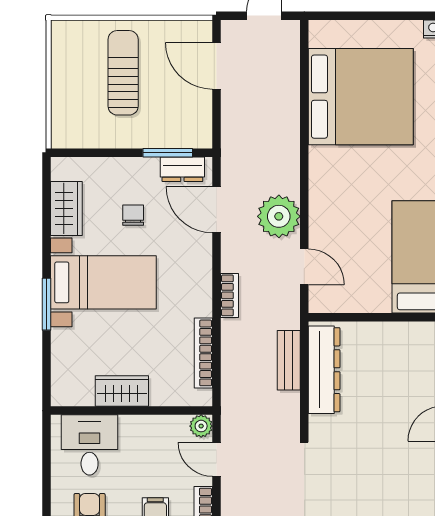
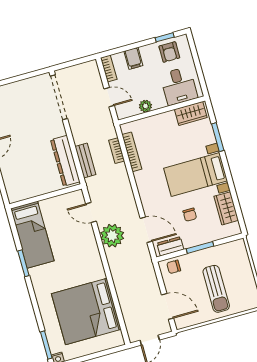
chair: (187, 132) -> (174, 267), added
window: (168, 153) -> (200, 247), moved
bookcase: (230, 295) -> (117, 151), moved
window: (47, 304) -> (218, 137), moved
wardrobe: (122, 391) -> (191, 113), moved
plant: (201, 426) -> (145, 106), moved

